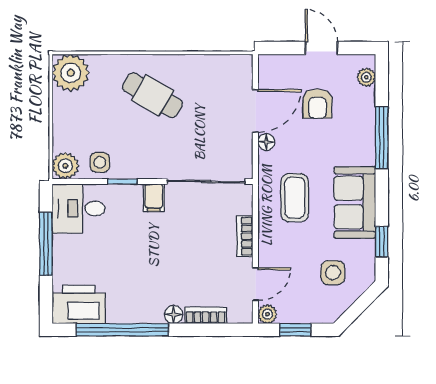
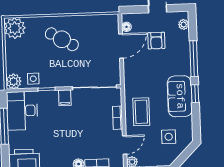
floor lamp: (266, 142) -> (126, 27), moved
coffee table: (295, 198) -> (141, 112), moved
desk: (78, 209) -> (22, 111), width x1.37
window: (382, 242) -> (195, 94), moved

